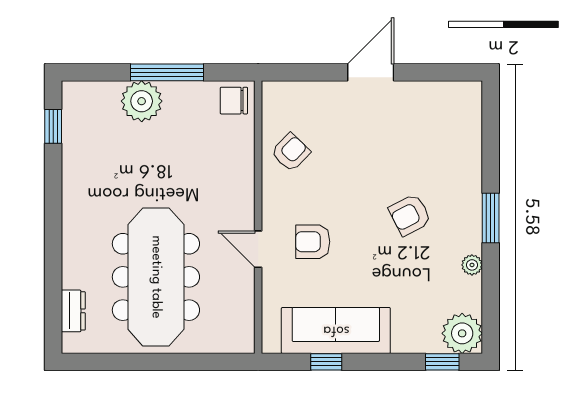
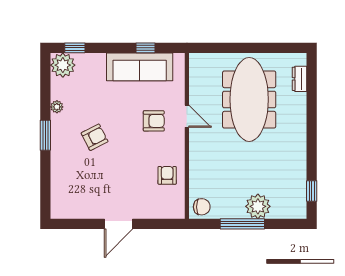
armchair: (291, 152) -> (167, 175), turned 136

